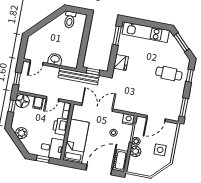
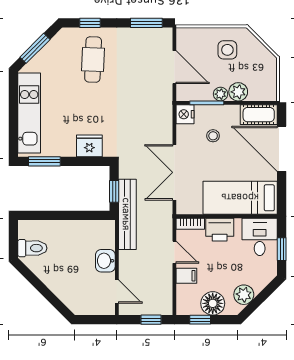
floor lamp: (22, 101) -> (213, 303), moved

